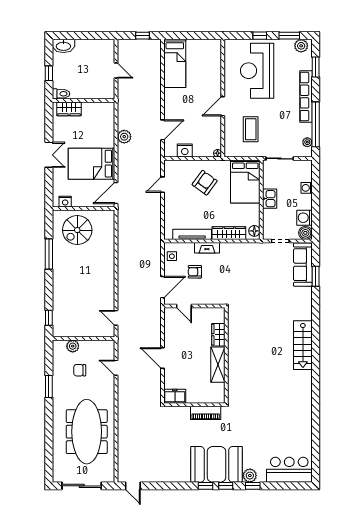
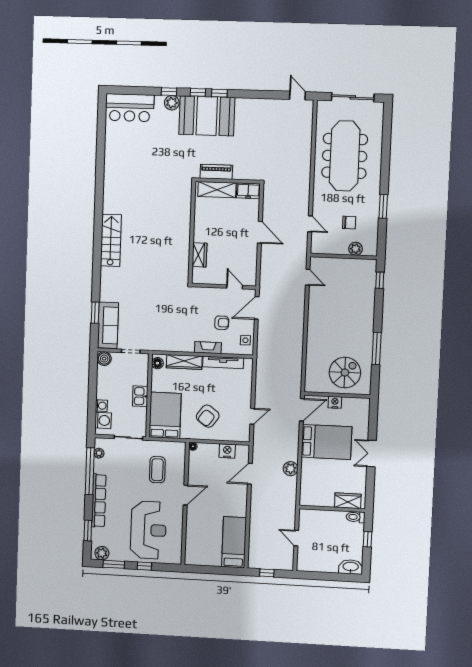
nightstand: (65, 202) -> (335, 402), moved
washing machine: (304, 218) -> (103, 420), moved
shelving: (218, 365) -> (217, 190), moved, turned 90

